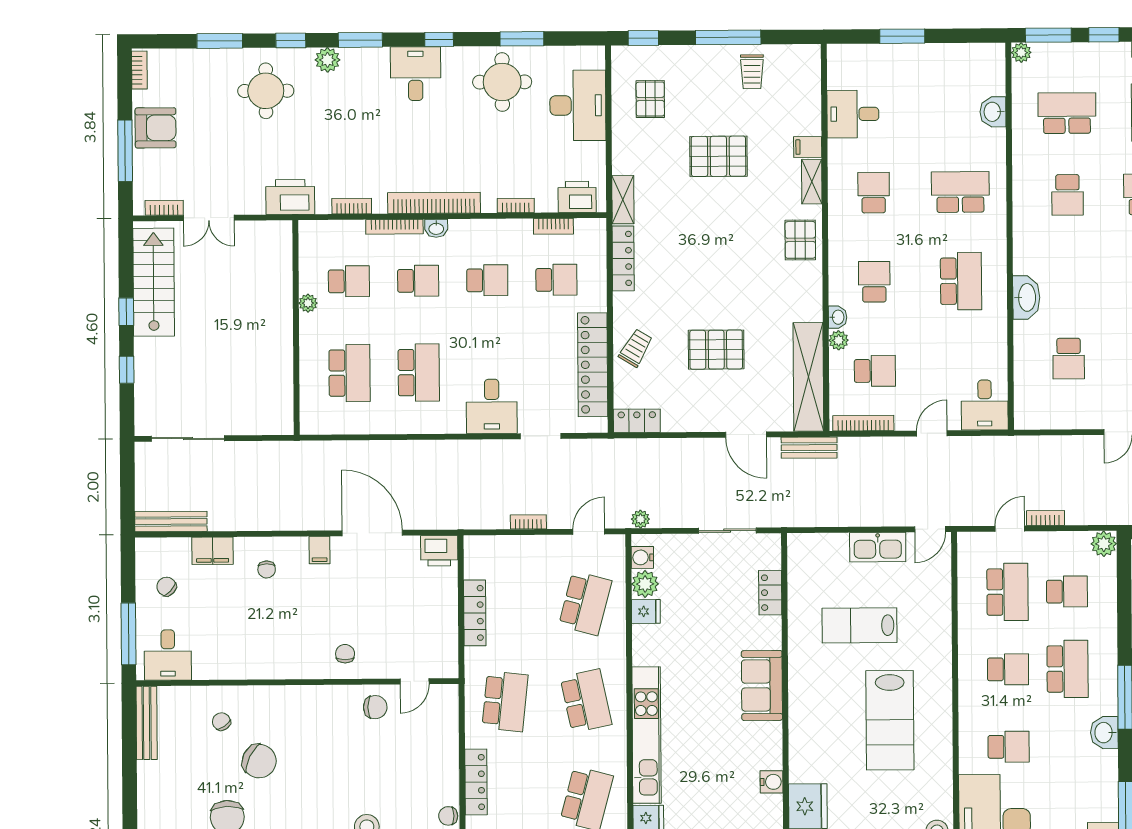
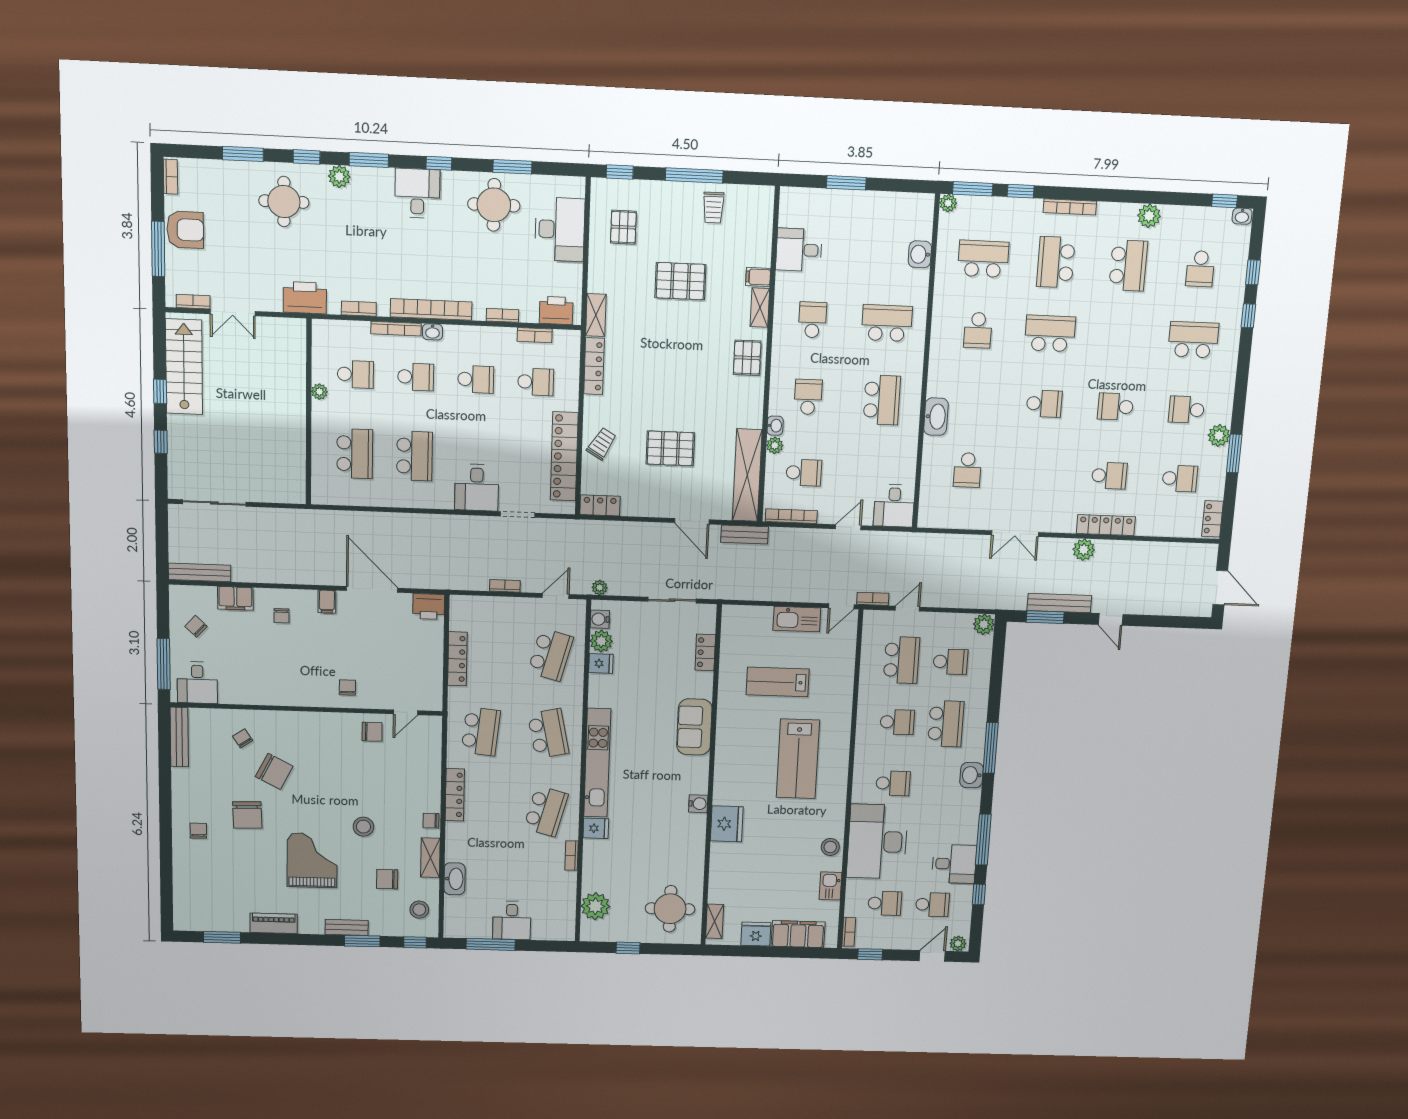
bookcase: (1045, 518) -> (873, 599), moved

